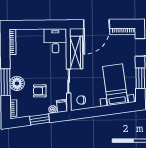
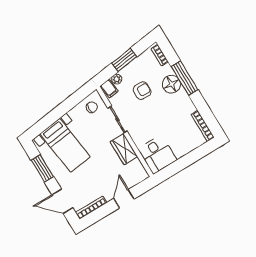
door: (96, 24) -> (124, 199), width x0.53
wardrobe: (76, 53) -> (124, 149), width x0.67

